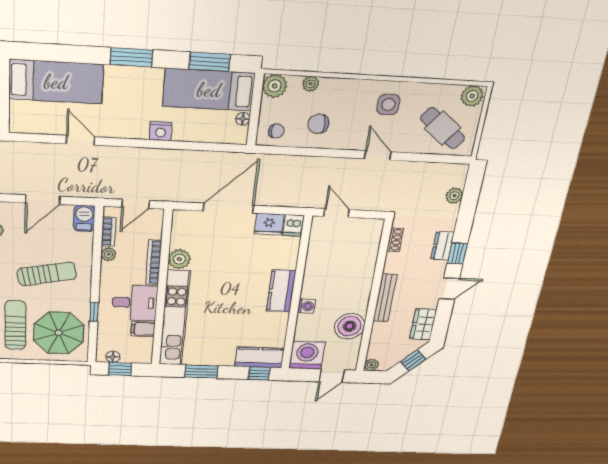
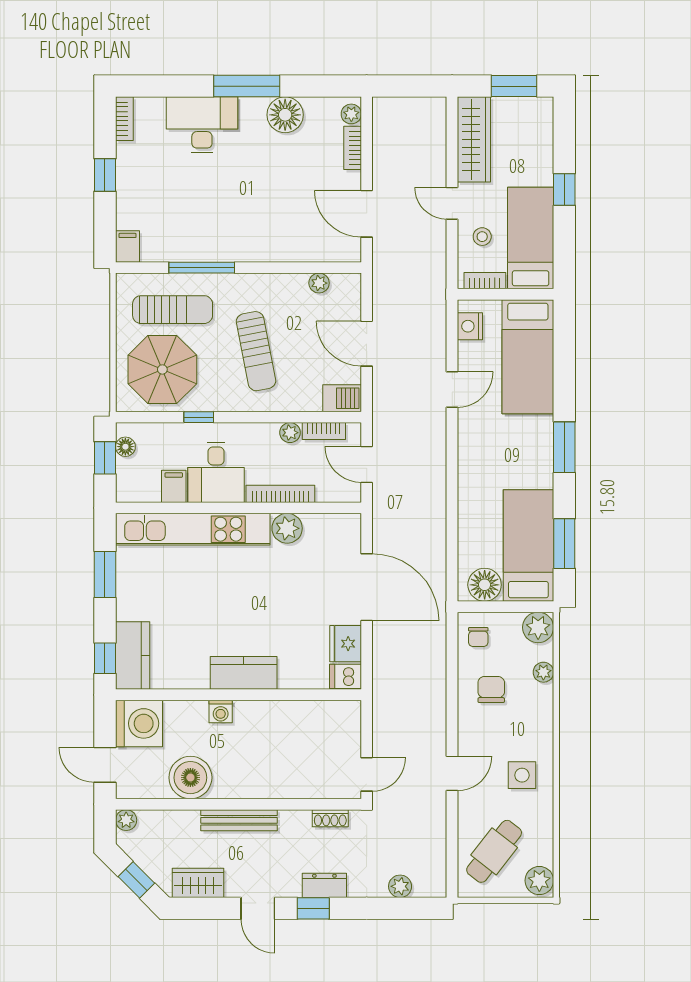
floor lamp: (243, 119) -> (485, 585), width x1.89, depth x1.89
nightstand: (161, 131) -> (470, 326), moved
door: (337, 213) -> (367, 774), moved

